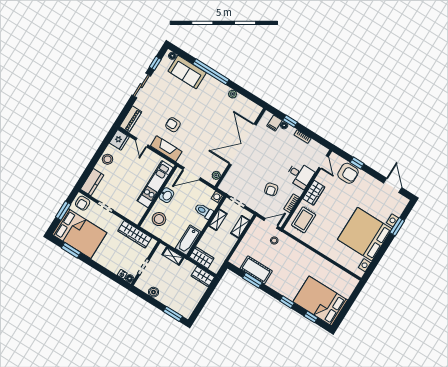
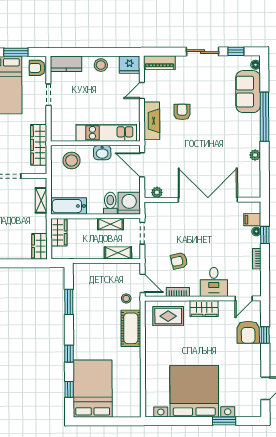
washing machine: (217, 197) -> (129, 203), width x1.89, depth x1.89
cot: (256, 270) -> (131, 328), moved

